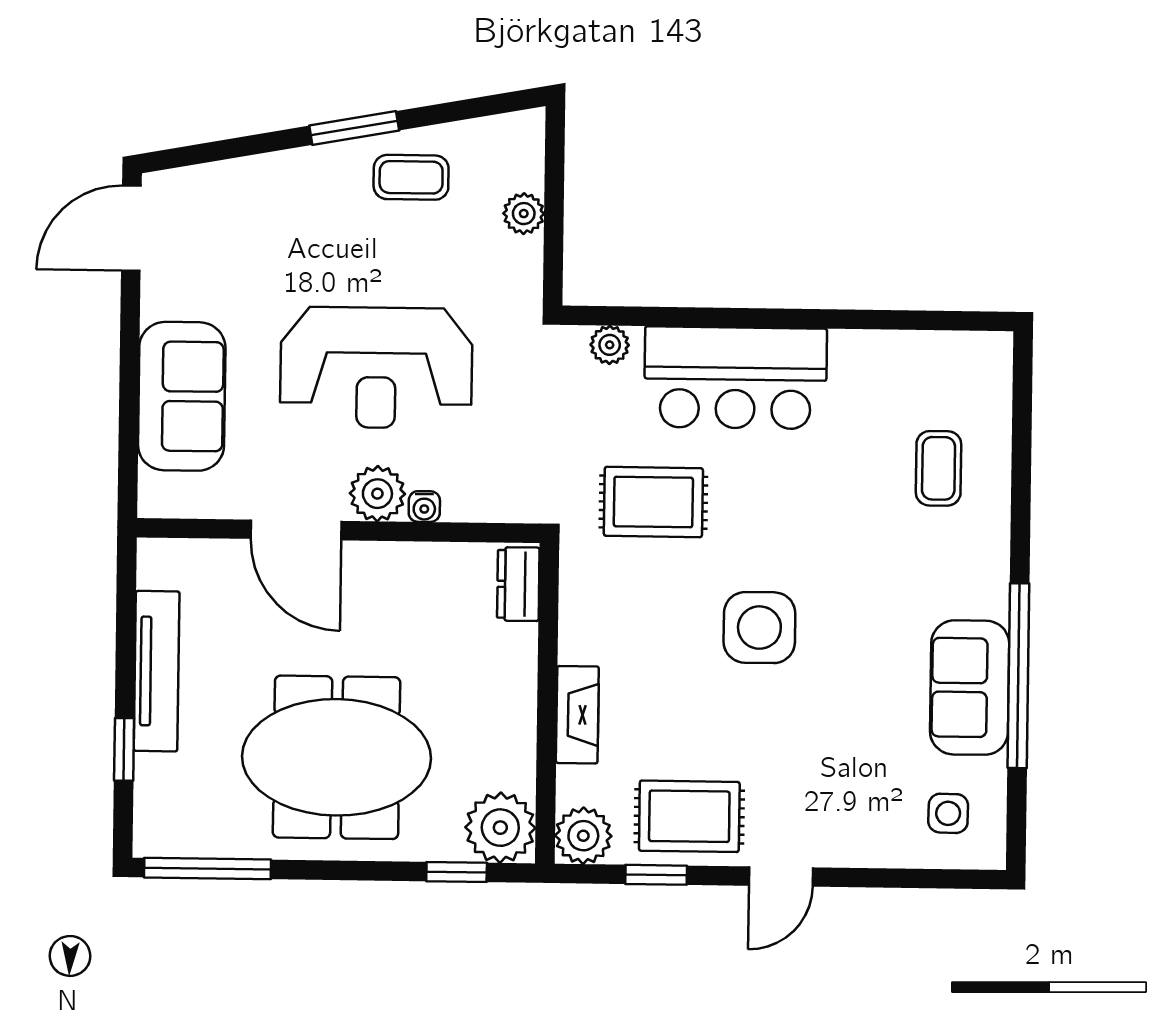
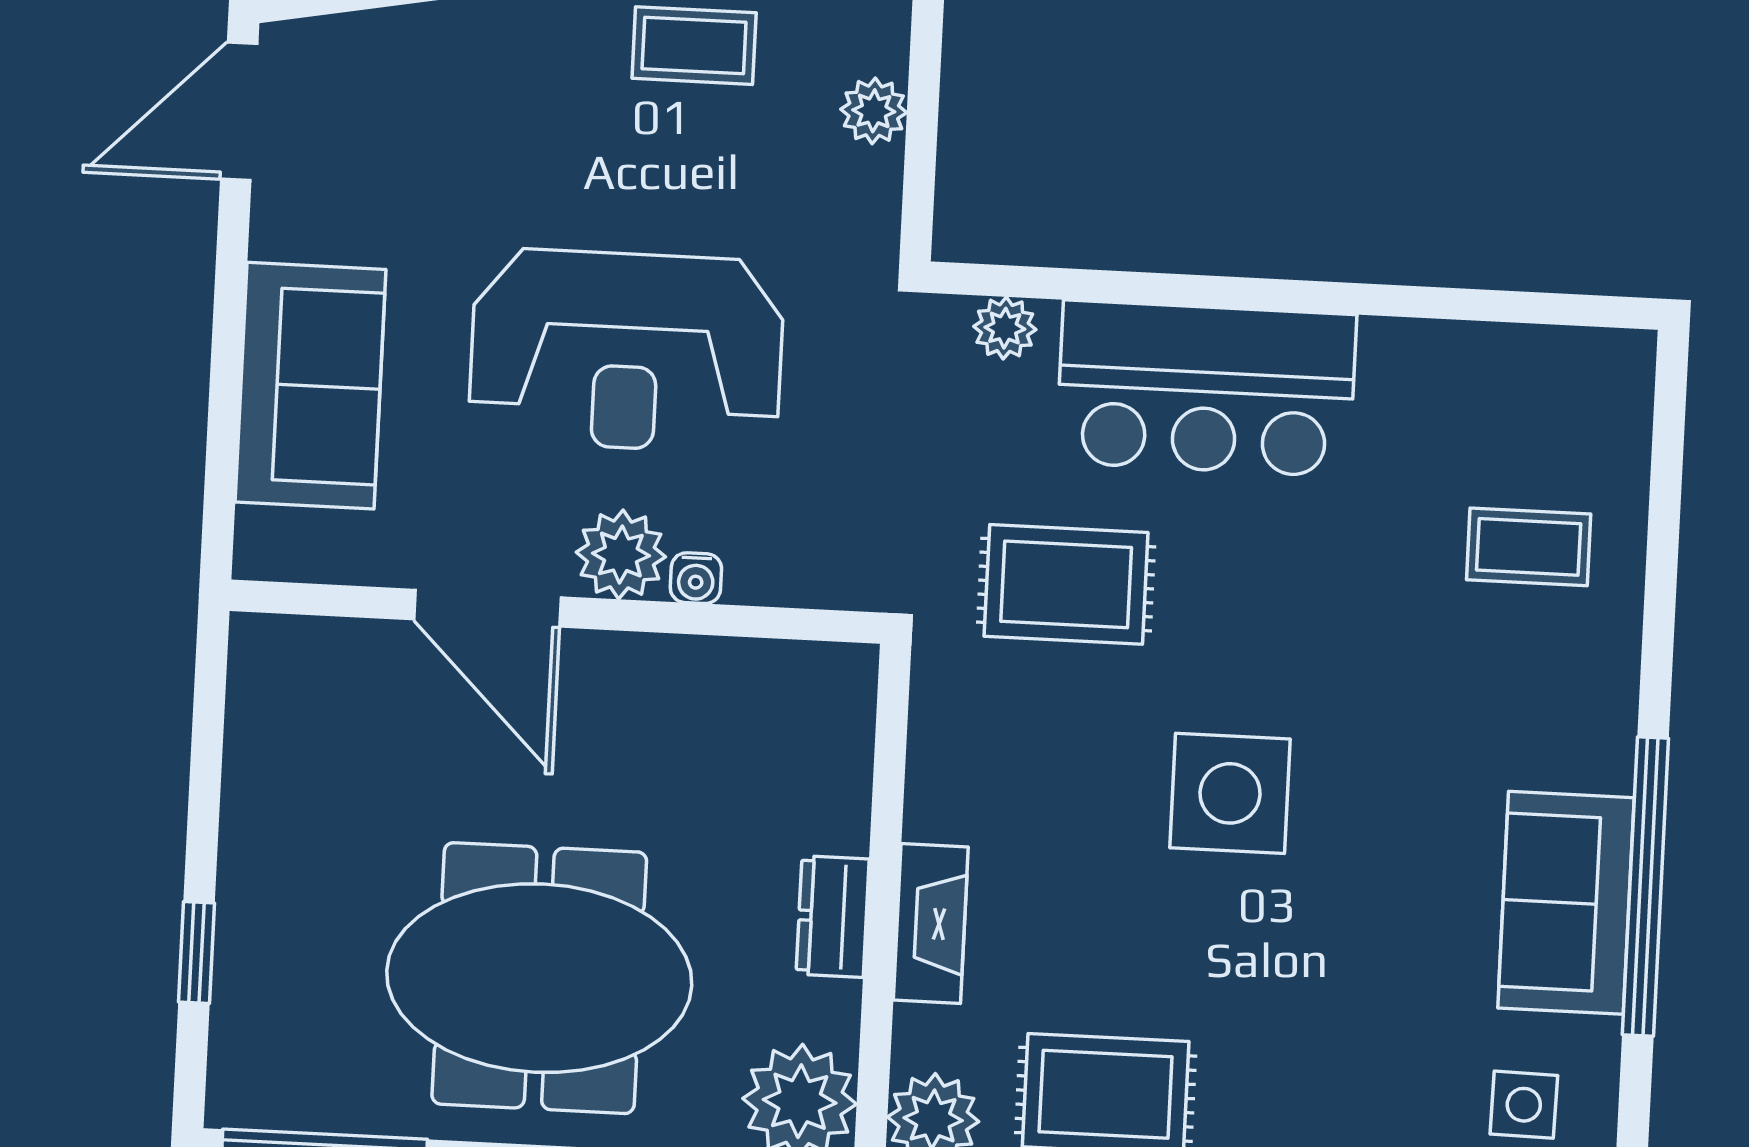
coffee table: (939, 468) -> (1529, 547), turned 90
dresser: (518, 584) -> (833, 917), moved
tv unit: (157, 671) -> (254, 828), removed

